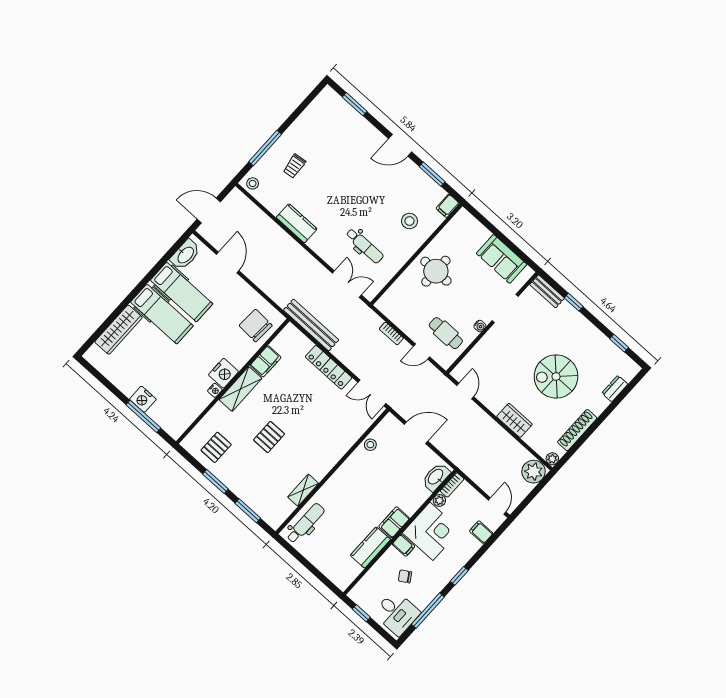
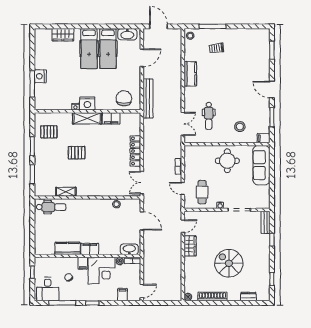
sofa: (502, 259) -> (261, 165), moved, width x1.36
bench: (311, 325) -> (148, 98), moved
wardrobe: (119, 330) -> (63, 35), width x0.67
wardrobe: (514, 420) -> (190, 246), moved
plant: (534, 472) -> (174, 293), removed

